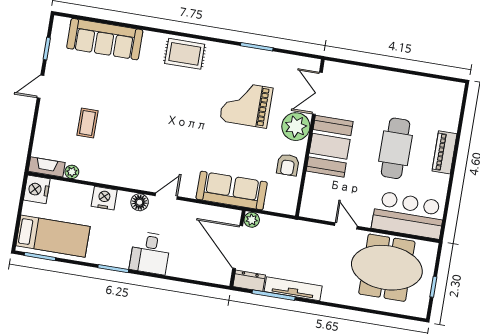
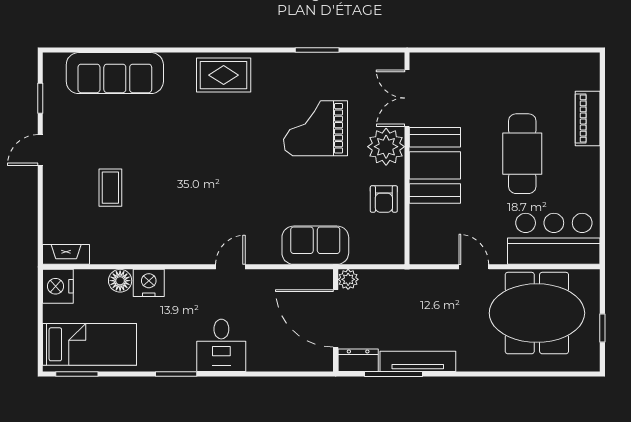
piano: (444, 152) -> (588, 118), moved
plant: (72, 172) -> (100, 255), removed
sofa: (232, 191) -> (315, 245), width x0.73
floor lamp: (140, 202) -> (120, 281), moved

